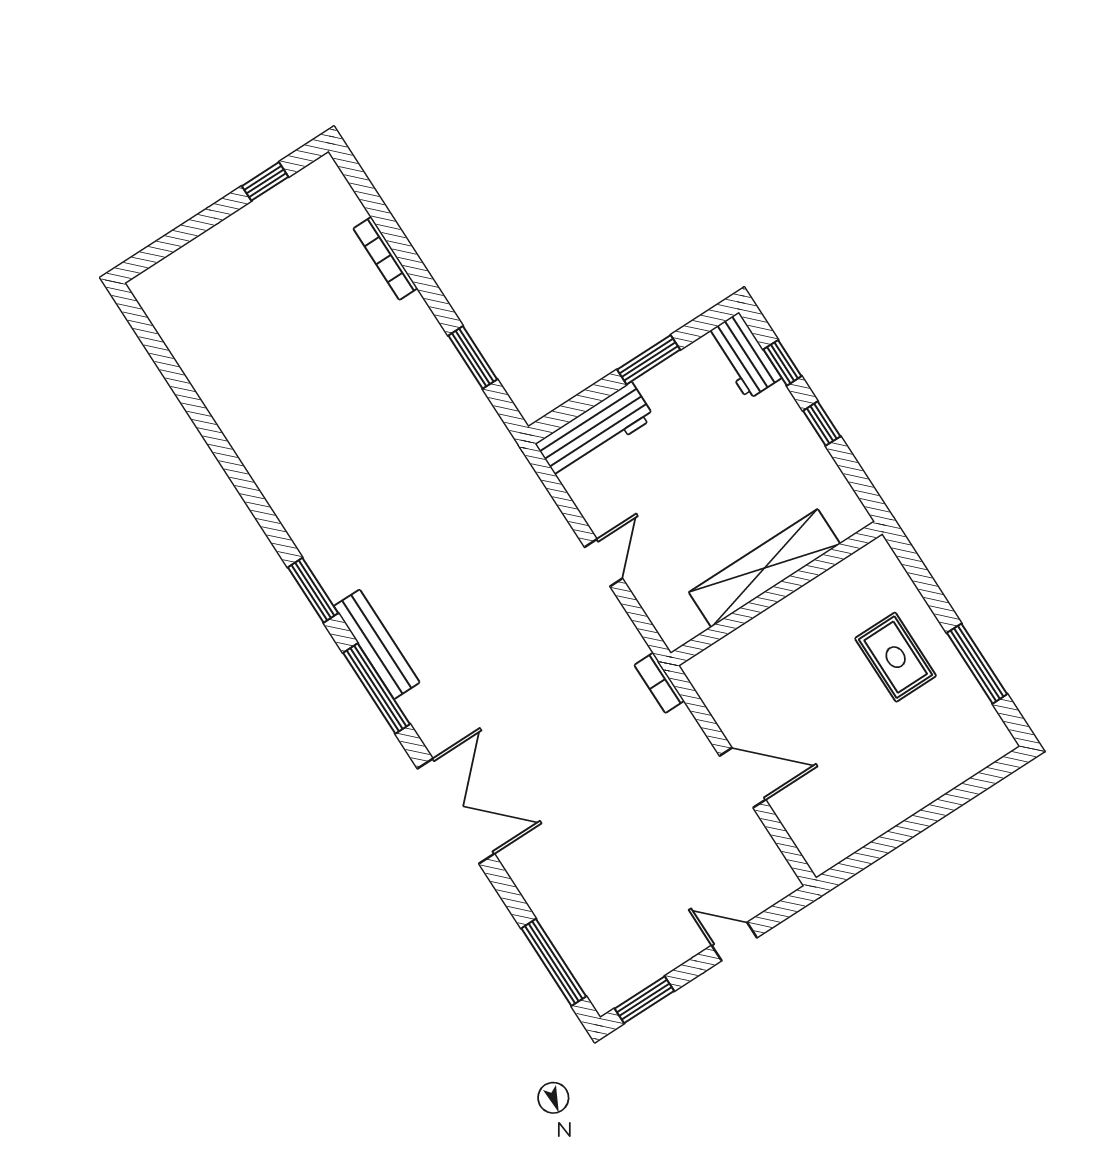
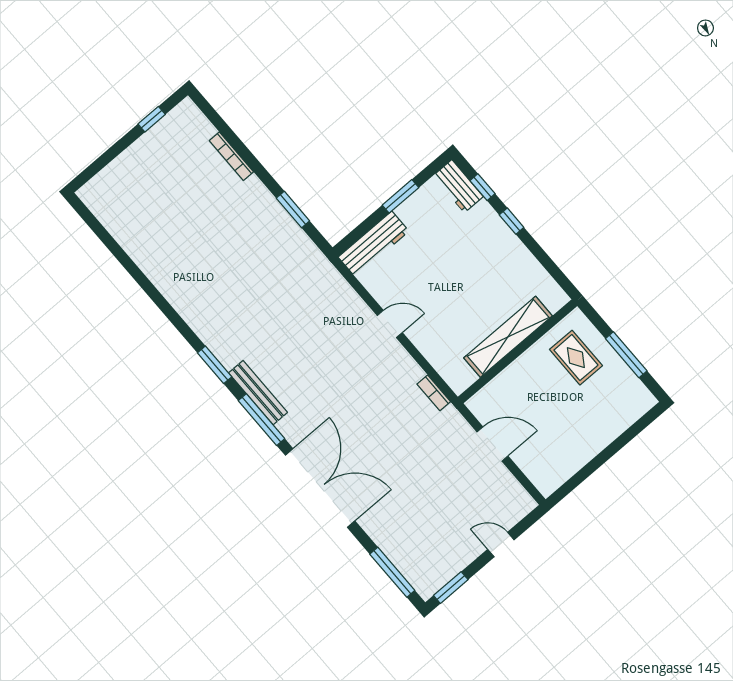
door: (604, 563) -> (390, 324), hinge flipped
shelving: (764, 568) -> (508, 337), moved
wall: (777, 594) -> (517, 351), moved
double door: (456, 811) -> (320, 488), width x1.36

